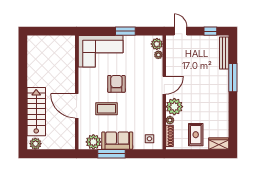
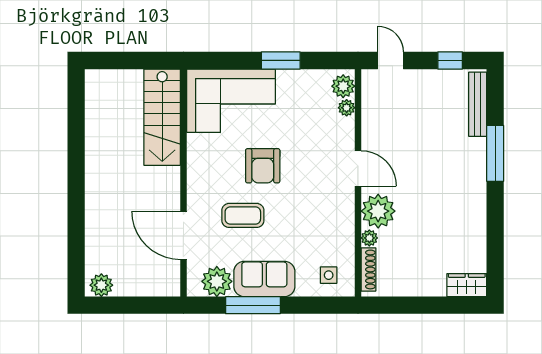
armchair: (116, 84) -> (263, 166), turned 180
door: (164, 85) -> (358, 168), hinge flipped
door: (77, 106) -> (183, 235), moved
stairs: (36, 112) -> (162, 117), moved, turned 180
rug: (196, 135) -> (421, 267), removed

